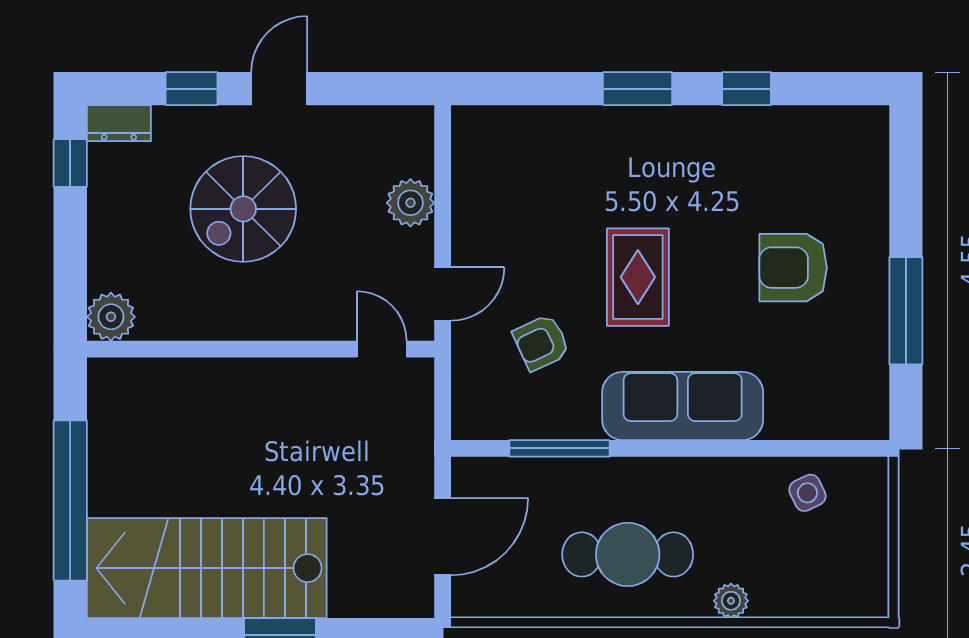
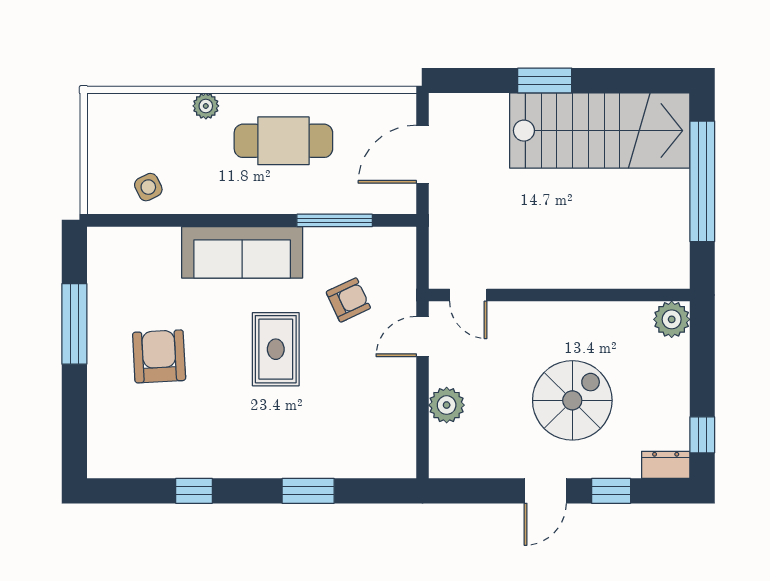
window: (638, 89) -> (308, 491), moved
armchair: (793, 268) -> (159, 356), turned -93

